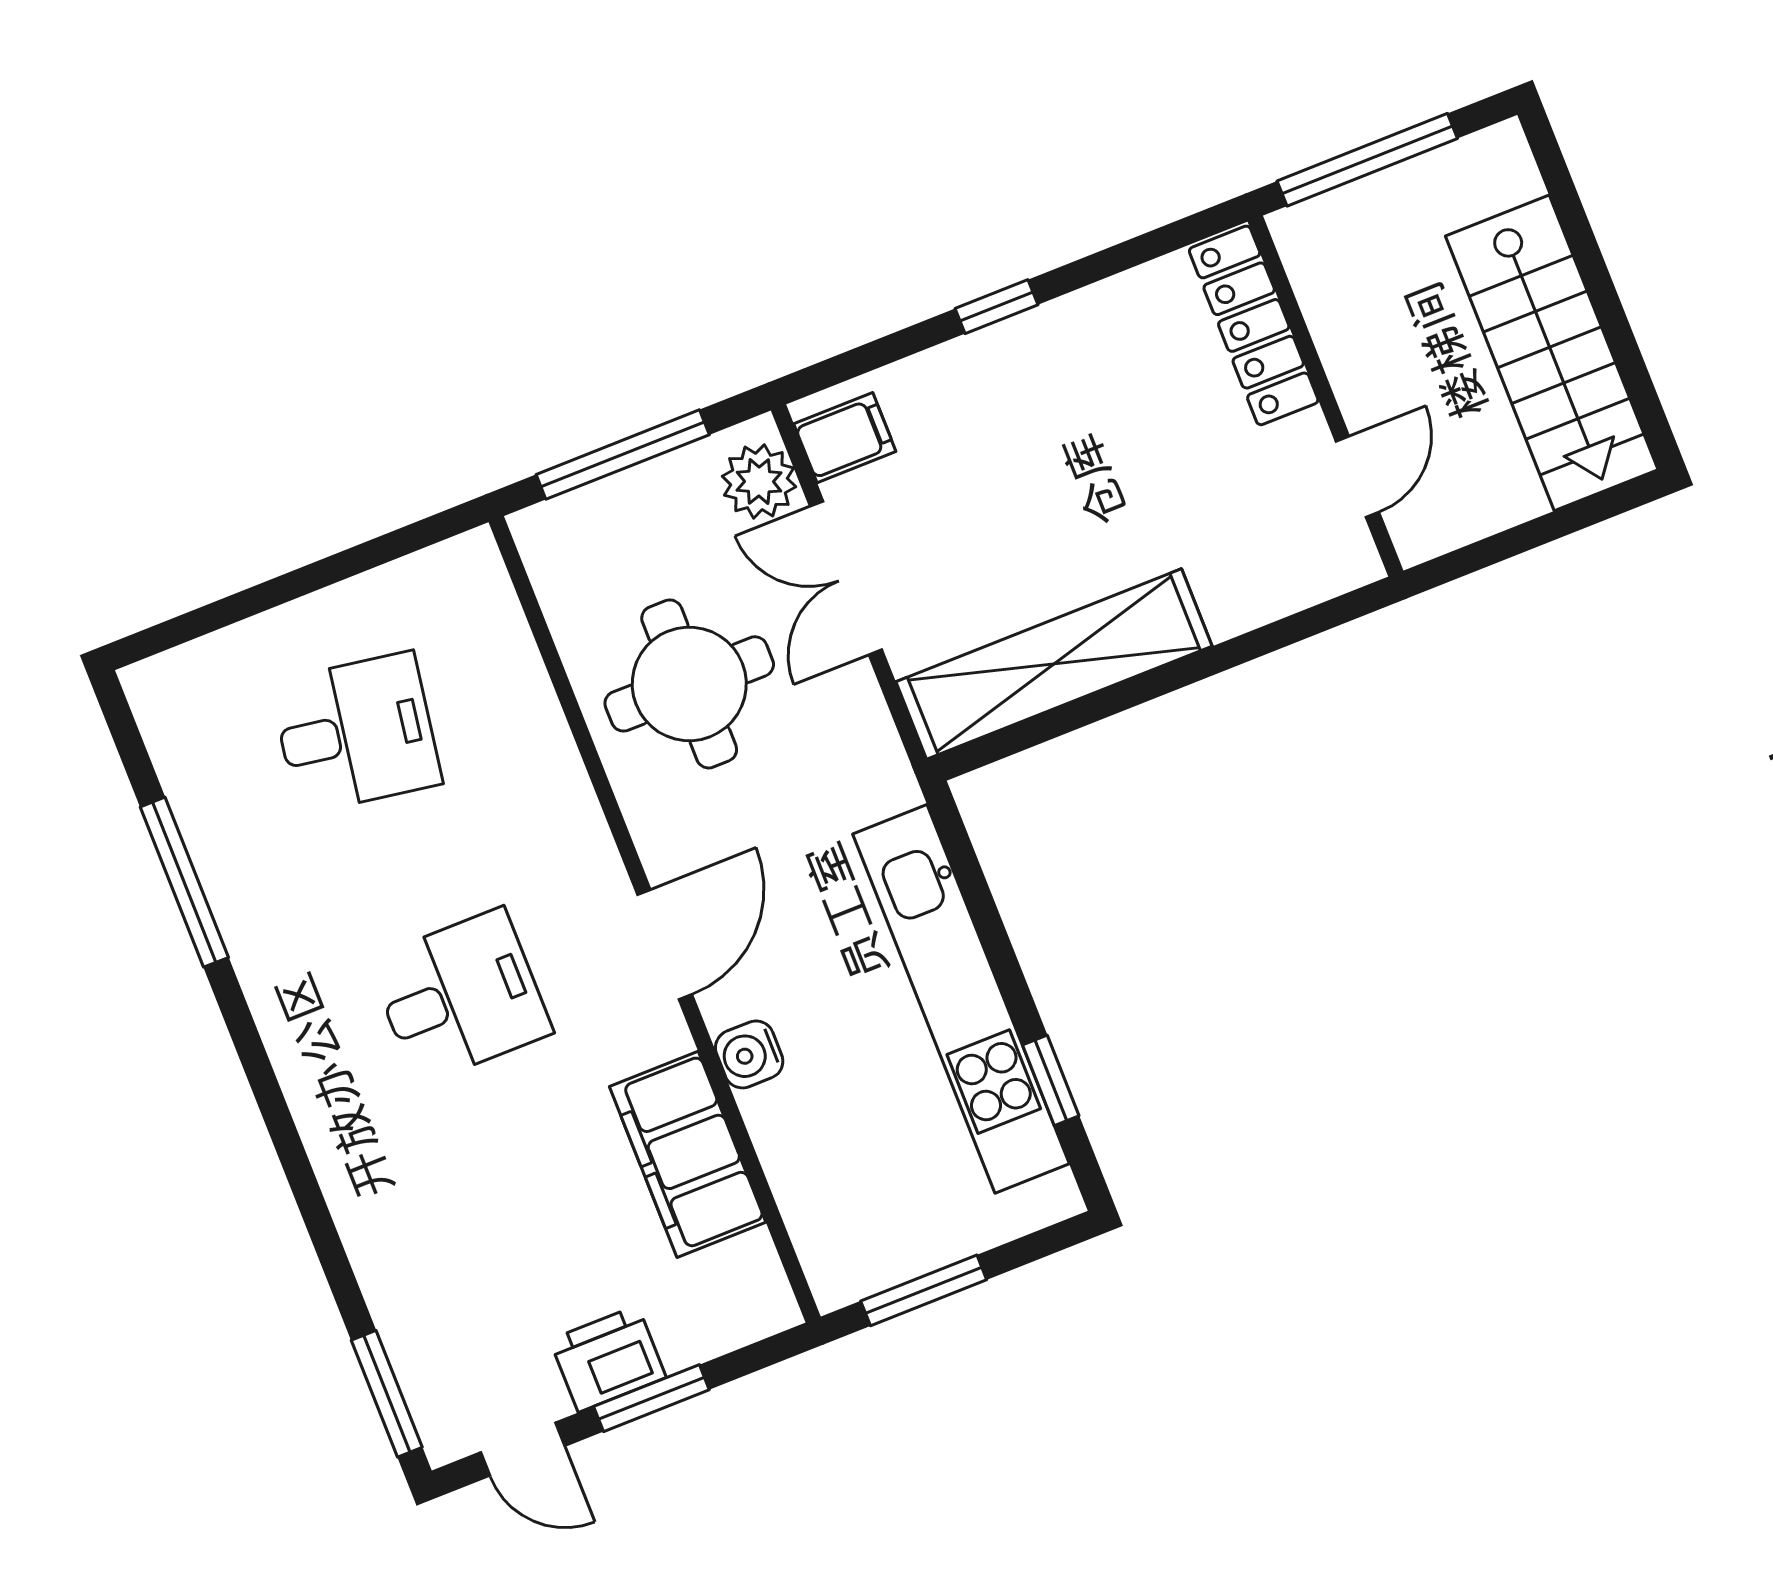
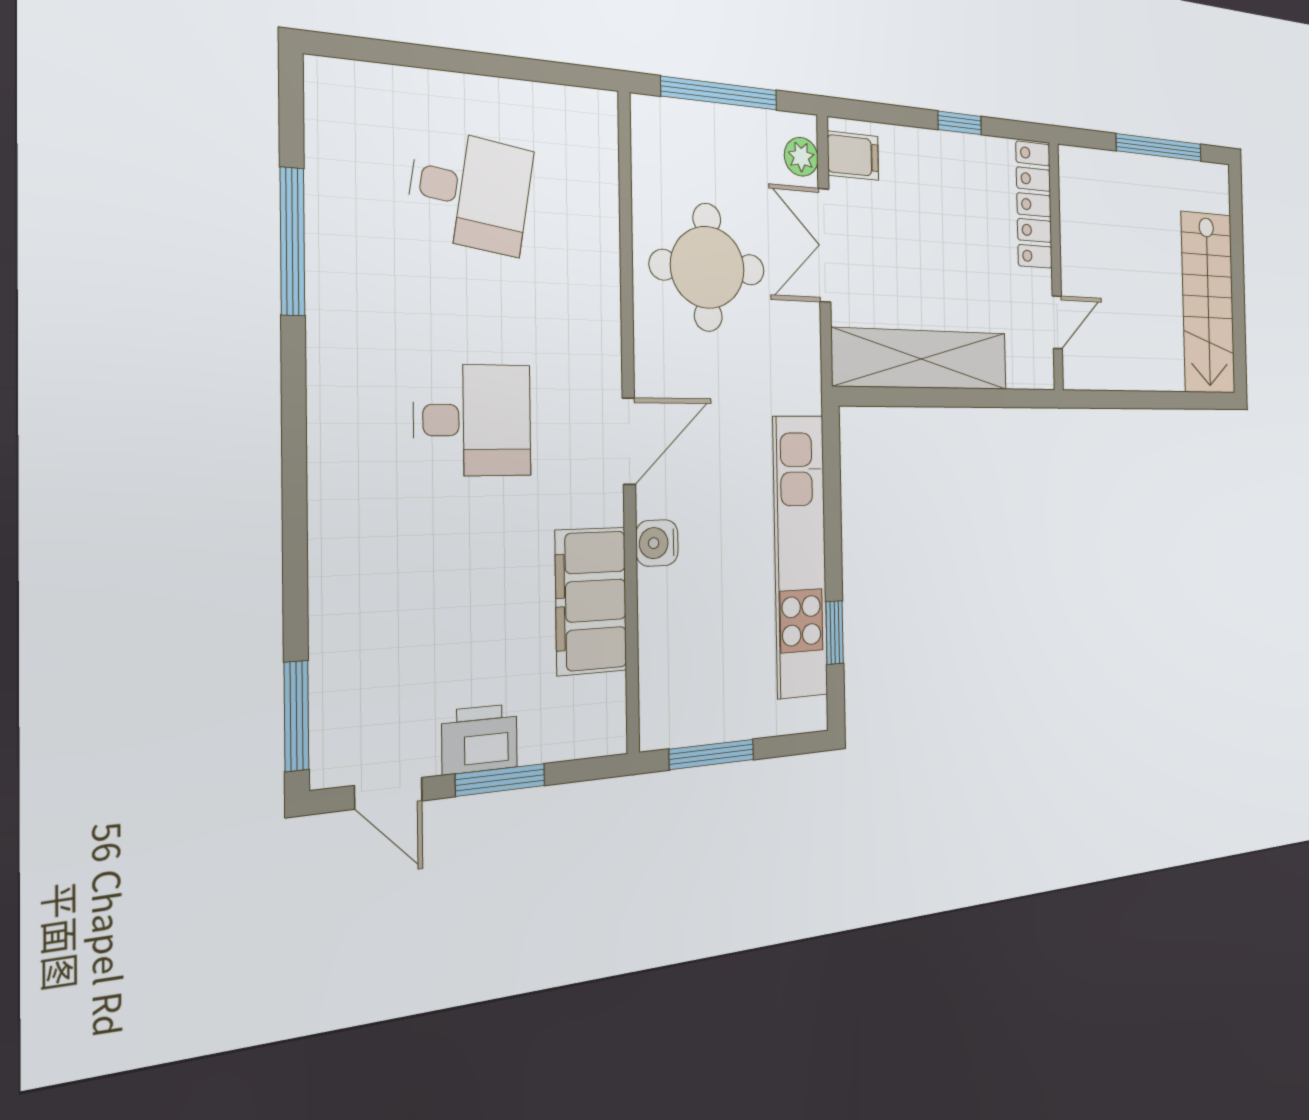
locker: (1254, 325) -> (1034, 205), moved
wall: (1326, 396) -> (1056, 266), moved
door: (1357, 477) -> (1057, 322), moved
plant: (759, 482) -> (801, 157), width x0.73, depth x0.73

